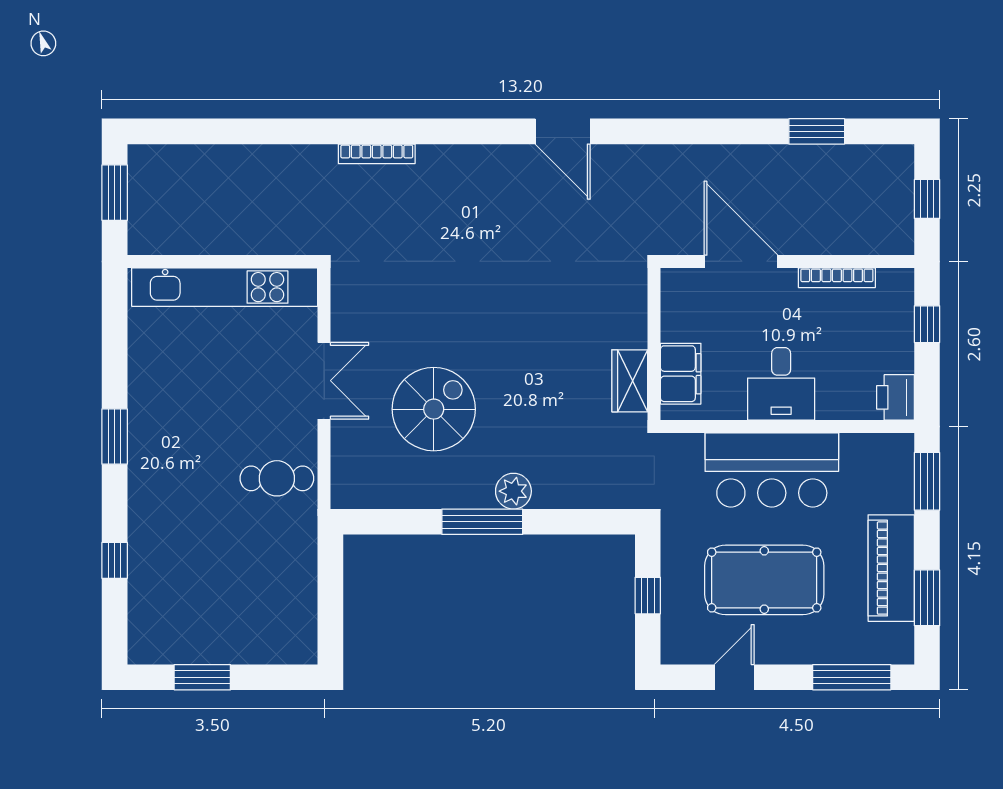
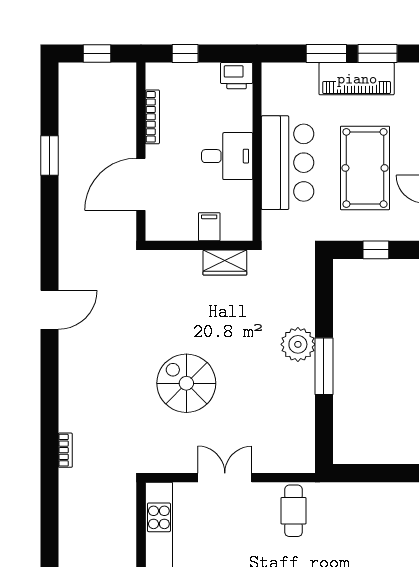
window: (817, 131) -> (49, 156), moved
bookcase: (377, 154) -> (65, 450), width x0.64
filing cabinet: (681, 374) -> (209, 227), width x0.50
spiral stairs: (434, 409) -> (186, 383), moved
window: (927, 481) -> (326, 53), moved
plant: (513, 491) -> (298, 344), width x1.36, depth x1.36

